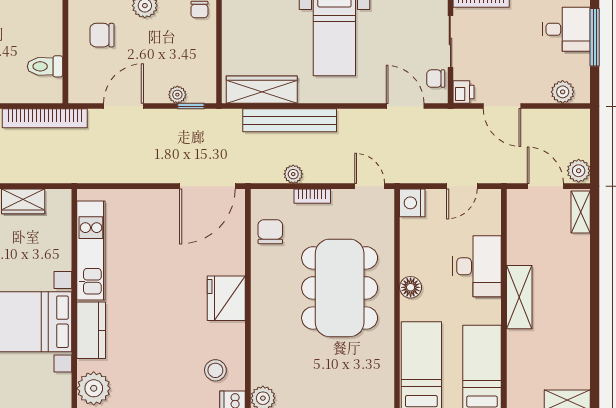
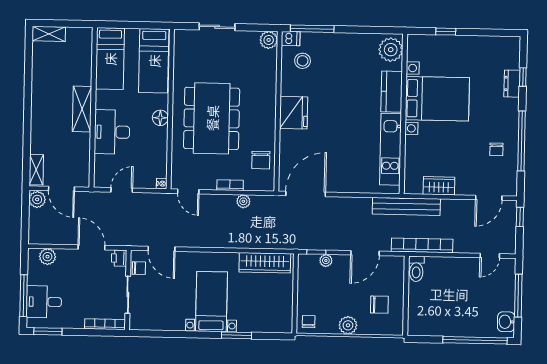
toilet: (45, 66) -> (416, 269), moved, turned 90
bench: (290, 120) -> (406, 206), moved
nightstand: (412, 203) -> (162, 184), width x0.53, depth x0.56

